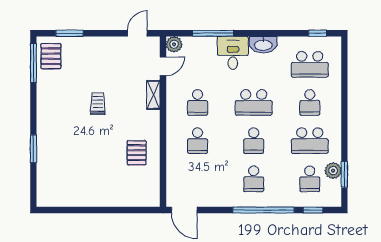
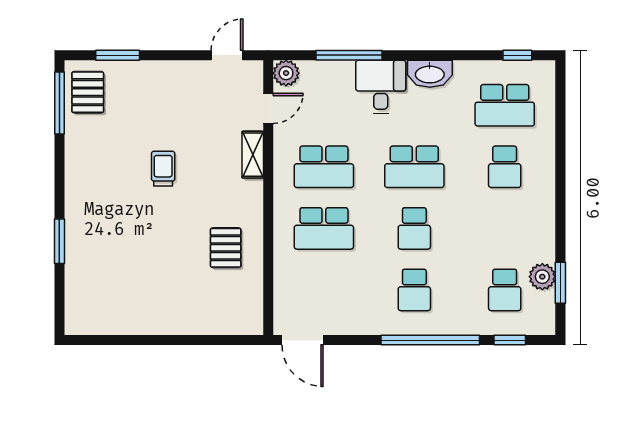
school desk: (198, 103) -> (324, 167), width x1.85
school desk: (198, 141) -> (324, 228), width x1.85
school desk: (310, 141) -> (505, 228), removed

